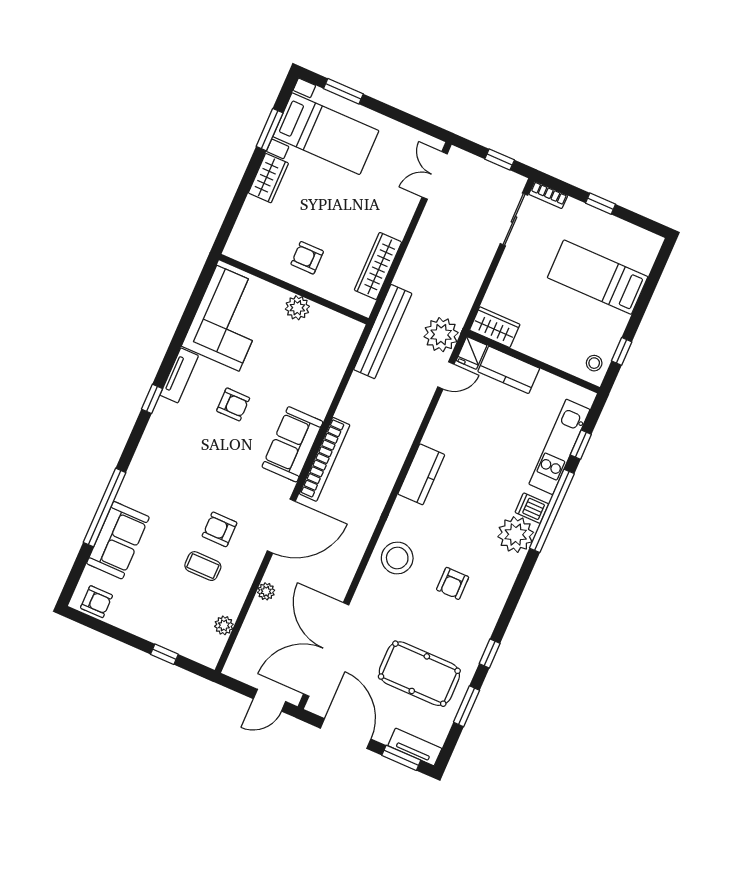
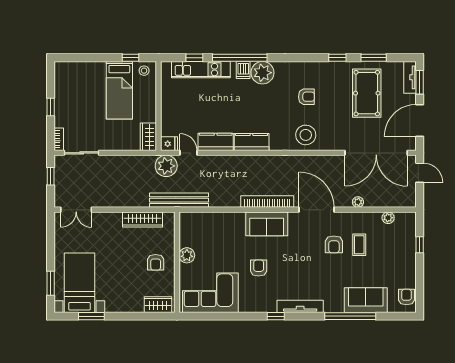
wardrobe: (268, 178) -> (158, 305), moved
bed: (598, 277) -> (119, 90), moved
kitchen counter: (509, 370) -> (216, 142), moved, turned -90
tv unit: (179, 375) -> (300, 306), moved, width x1.41

